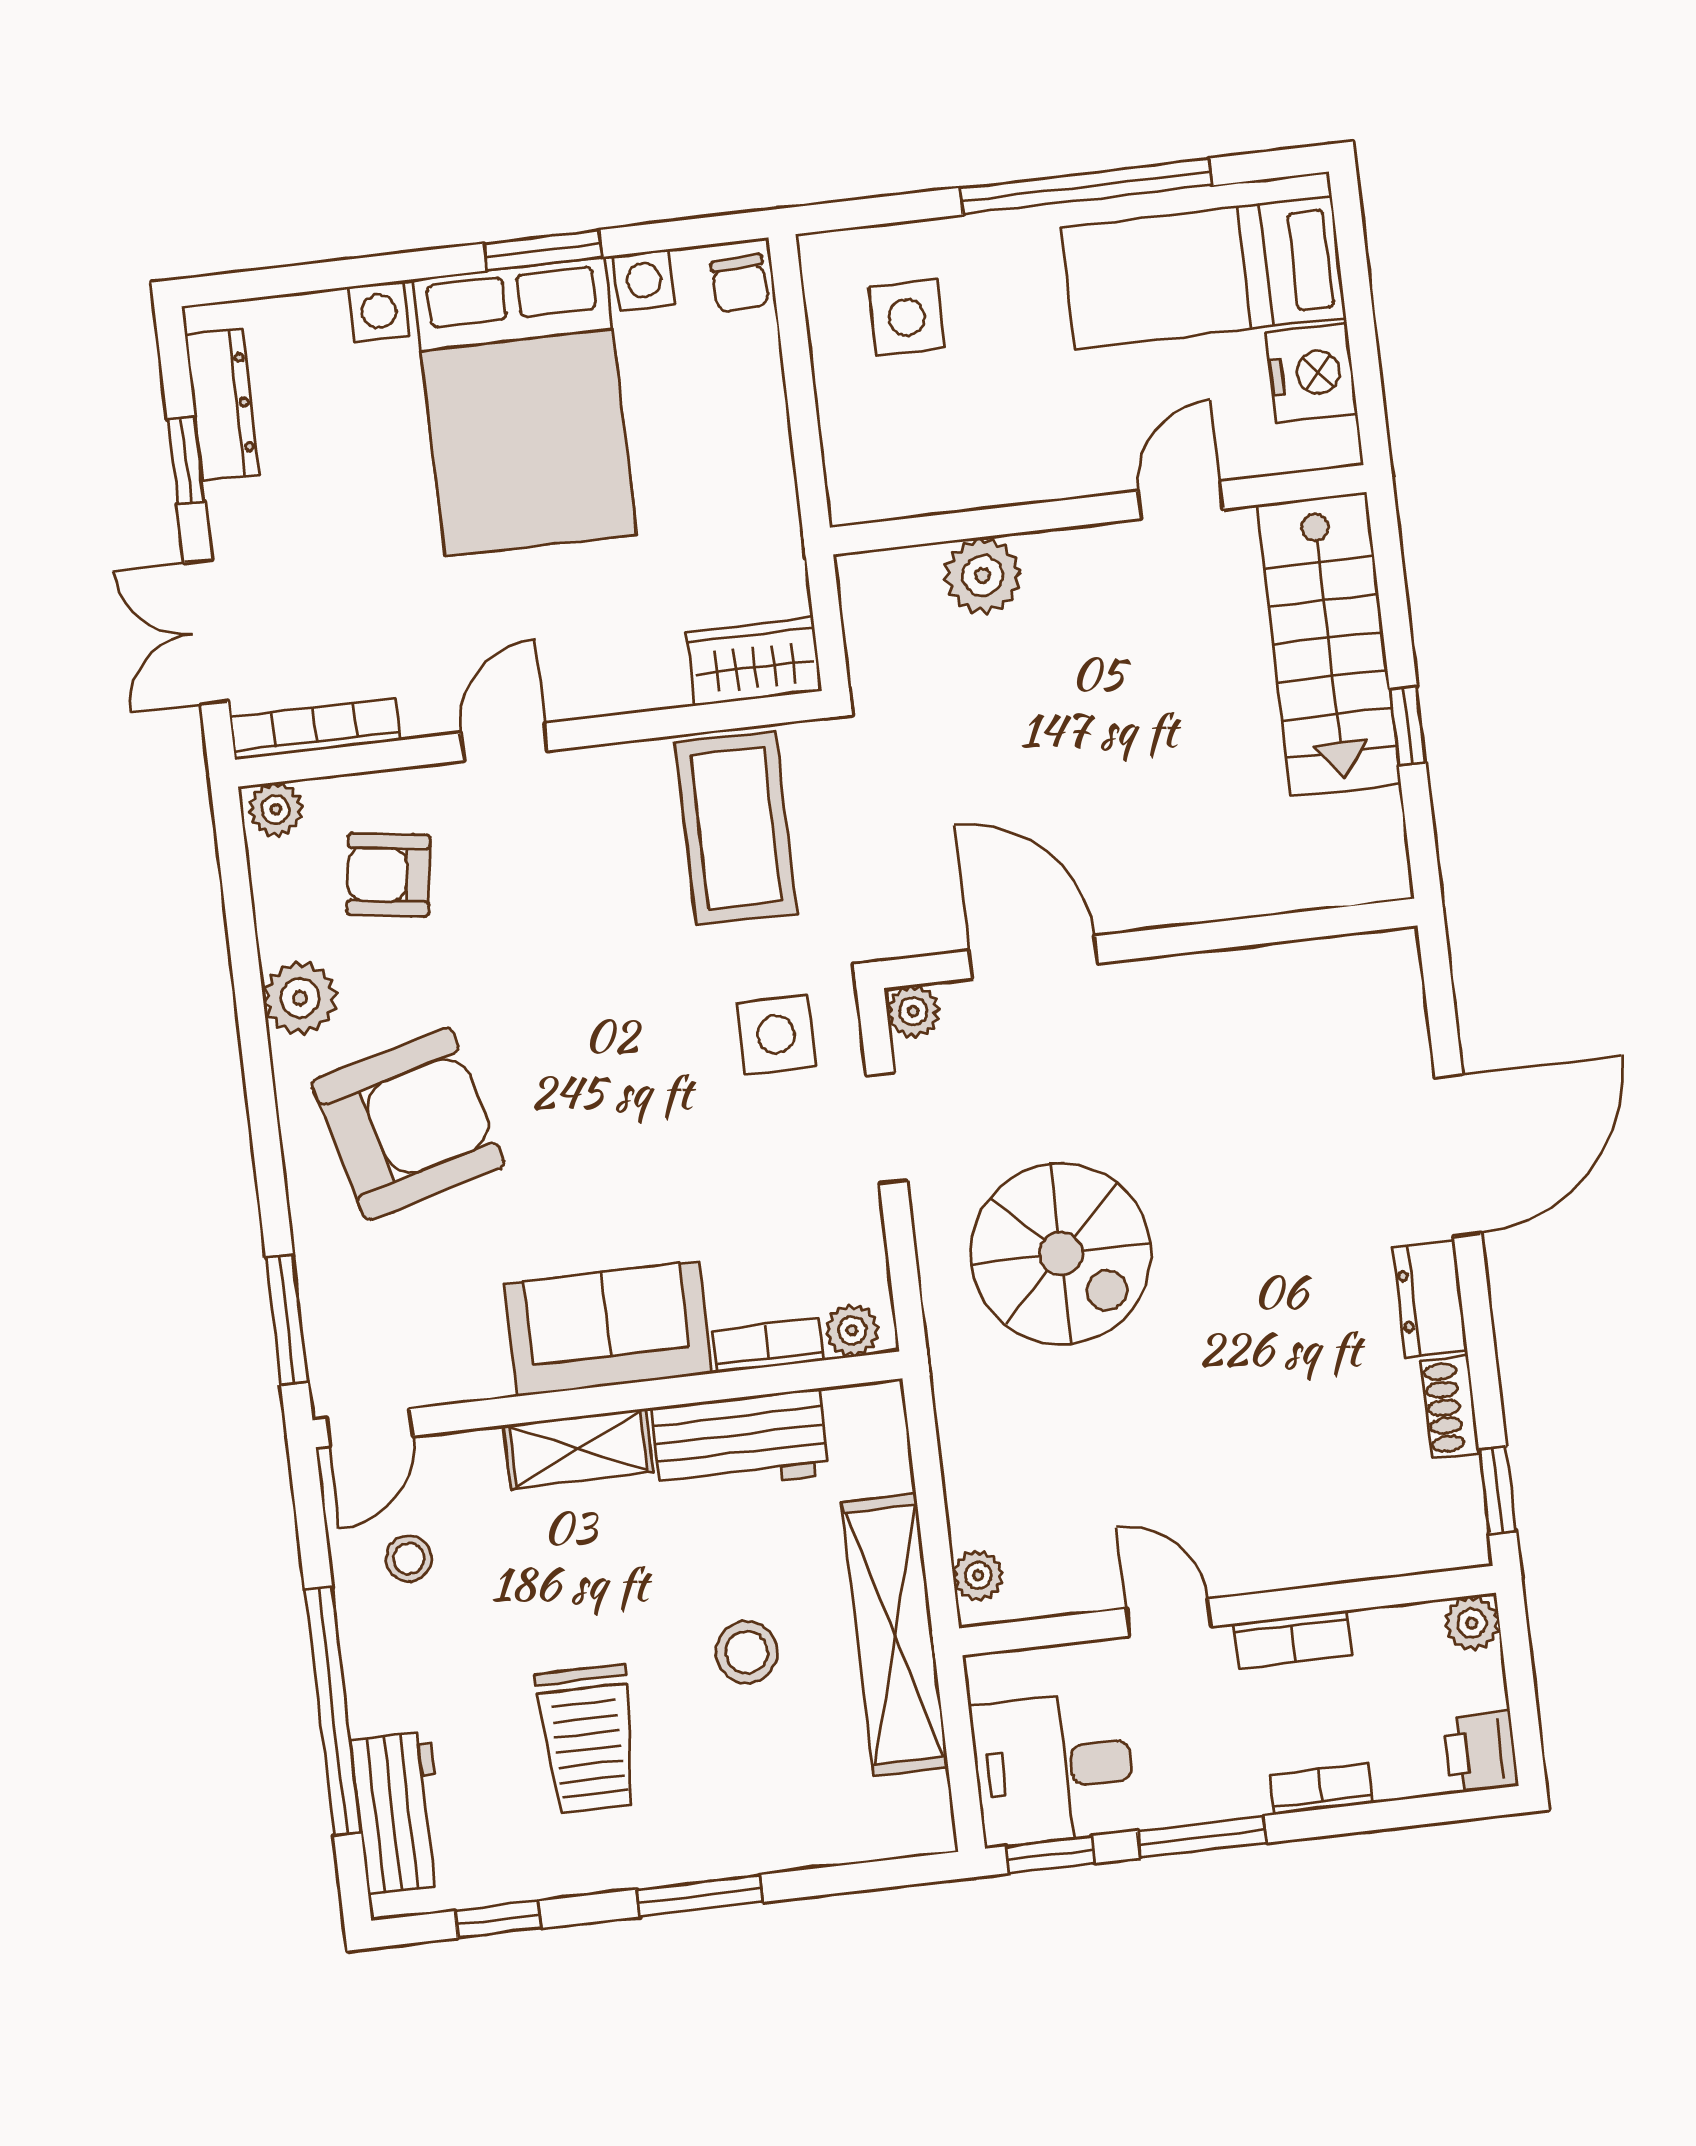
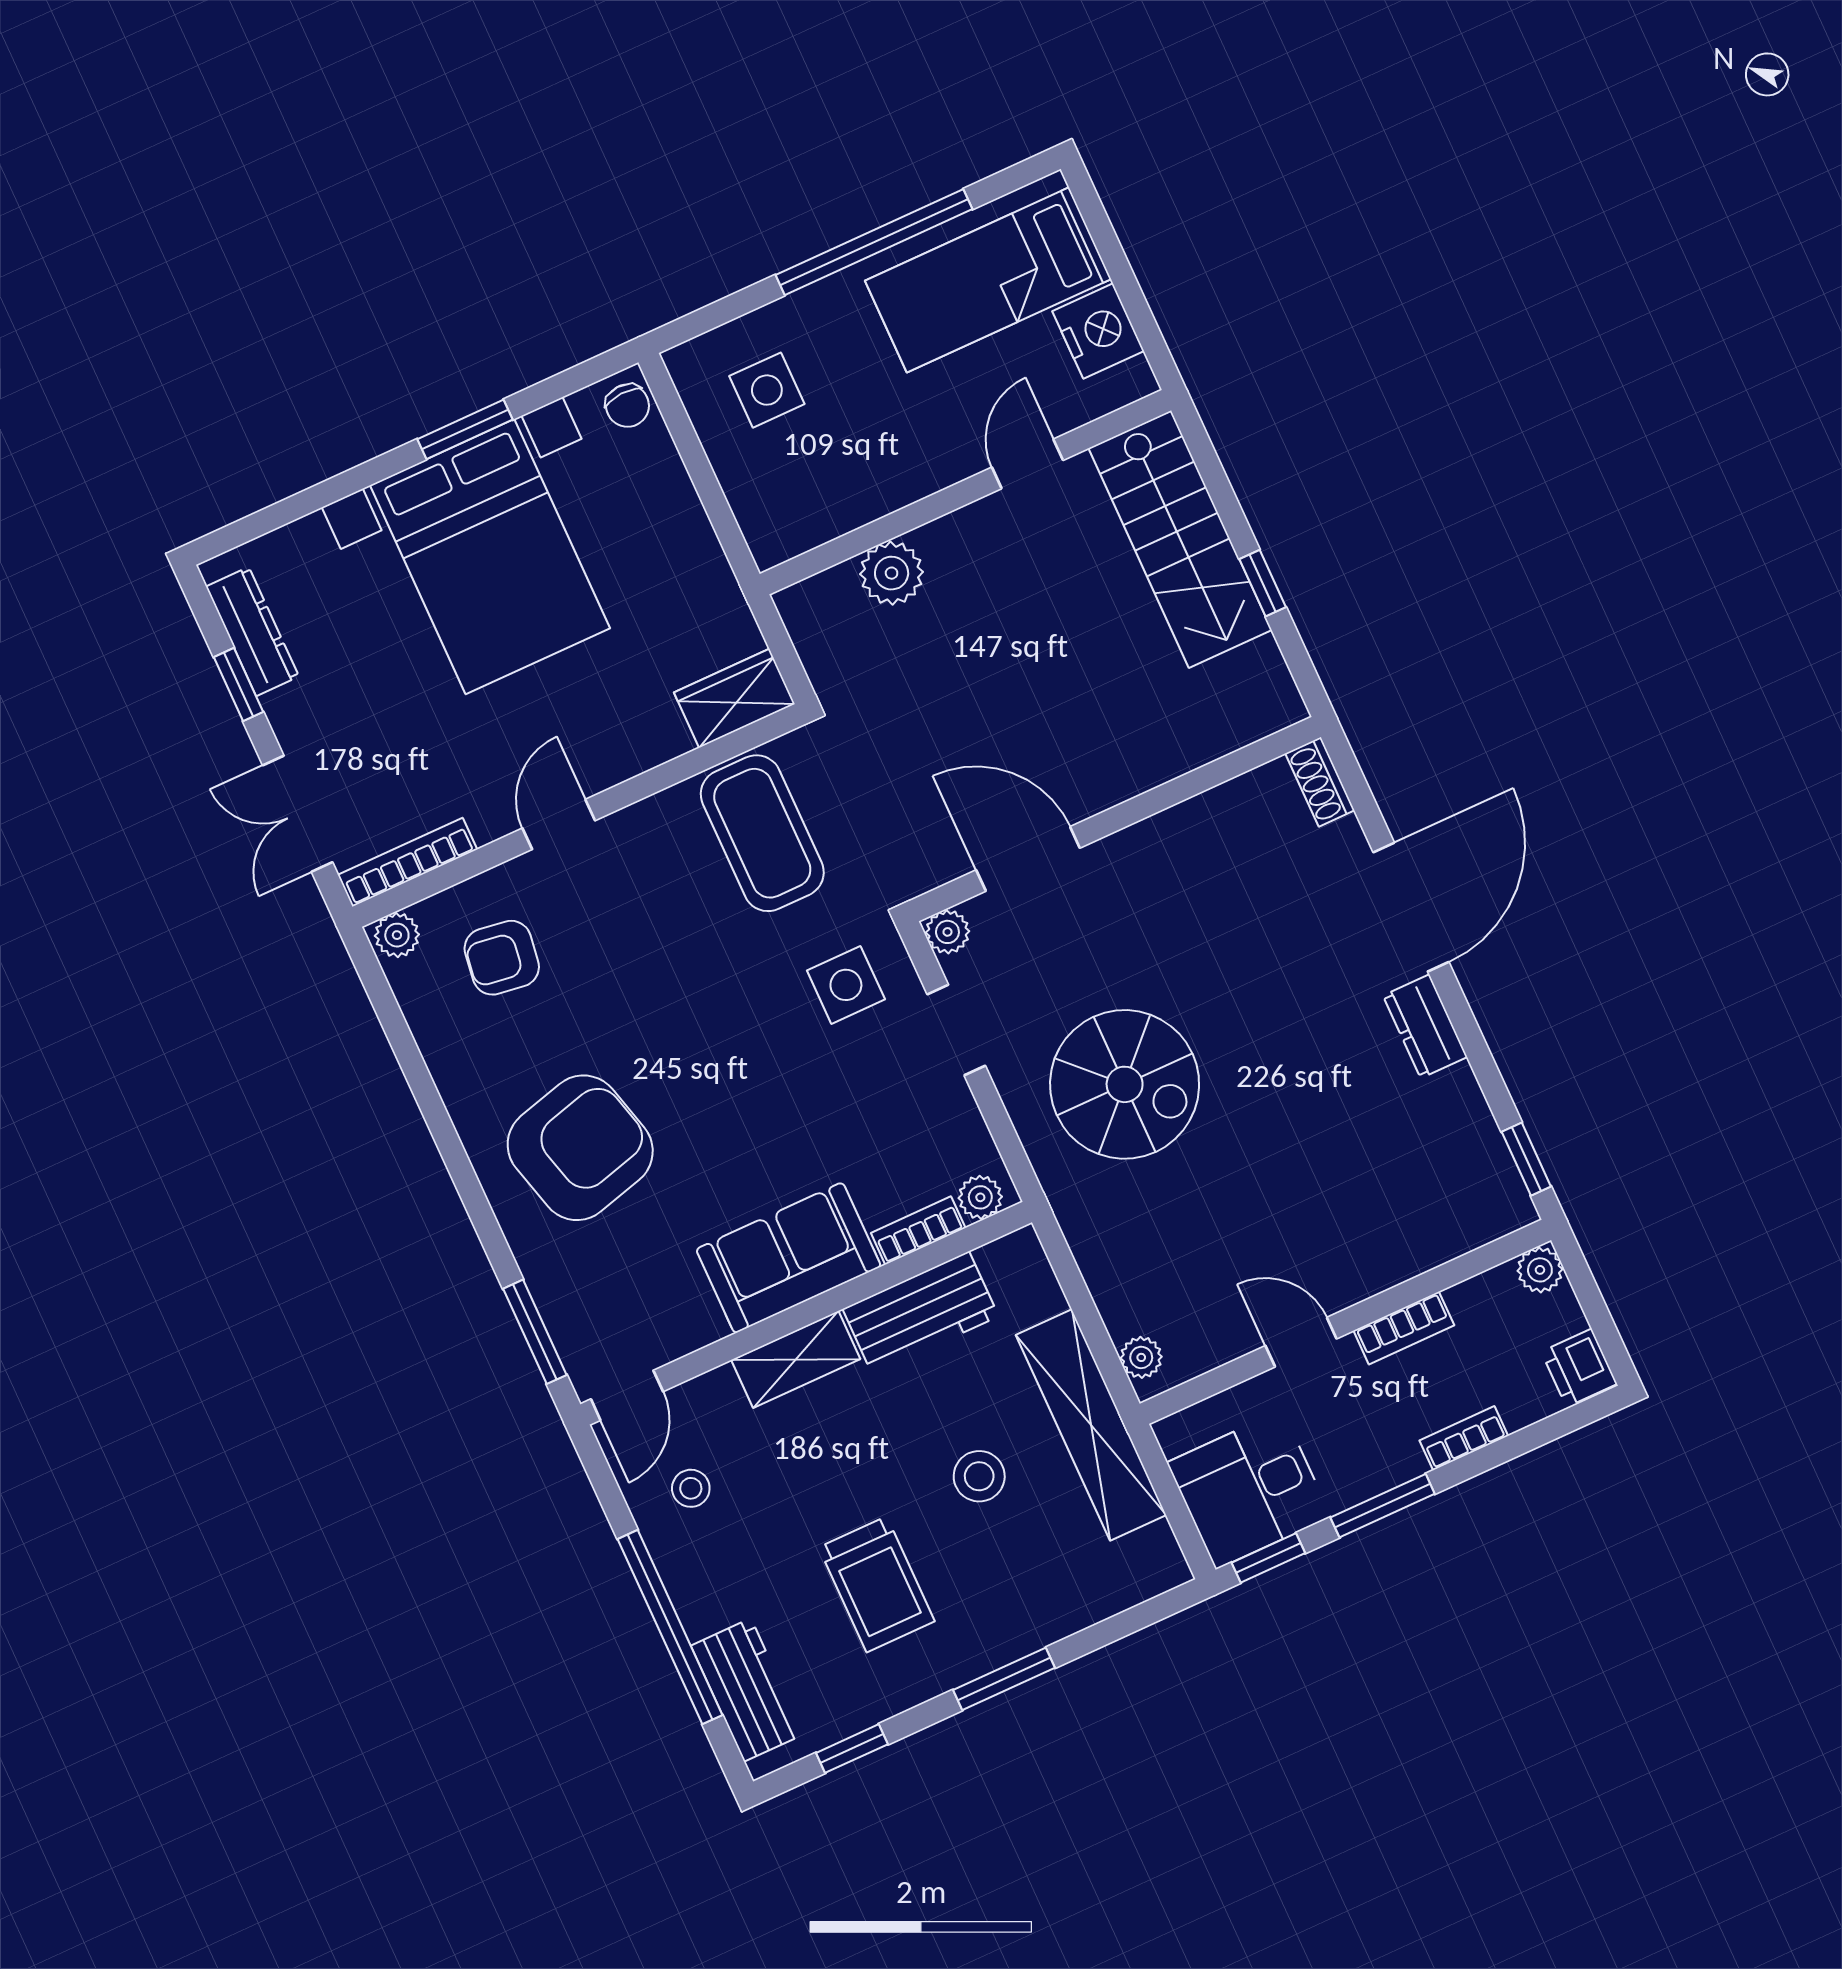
plant: (300, 998) -> (464, 1077), removed
shoe rack: (1450, 1407) -> (1320, 782), moved

